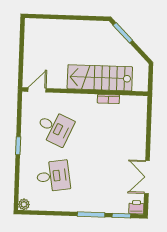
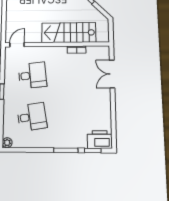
desk: (55, 128) -> (32, 75), turned -30
double door: (147, 177) -> (112, 74), moved
printer: (136, 207) -> (100, 140), width x1.87, depth x1.48

